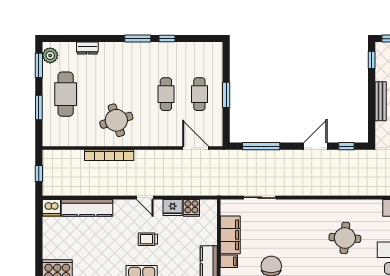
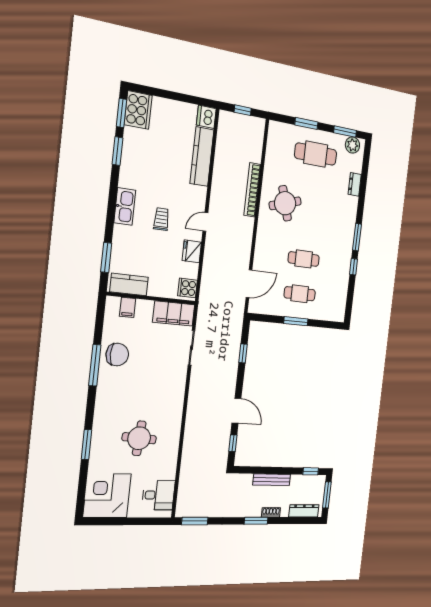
window: (261, 146) -> (243, 353), width x0.46
cooker: (191, 208) -> (187, 288), moved
filing cabinet: (230, 235) -> (174, 313), moved

